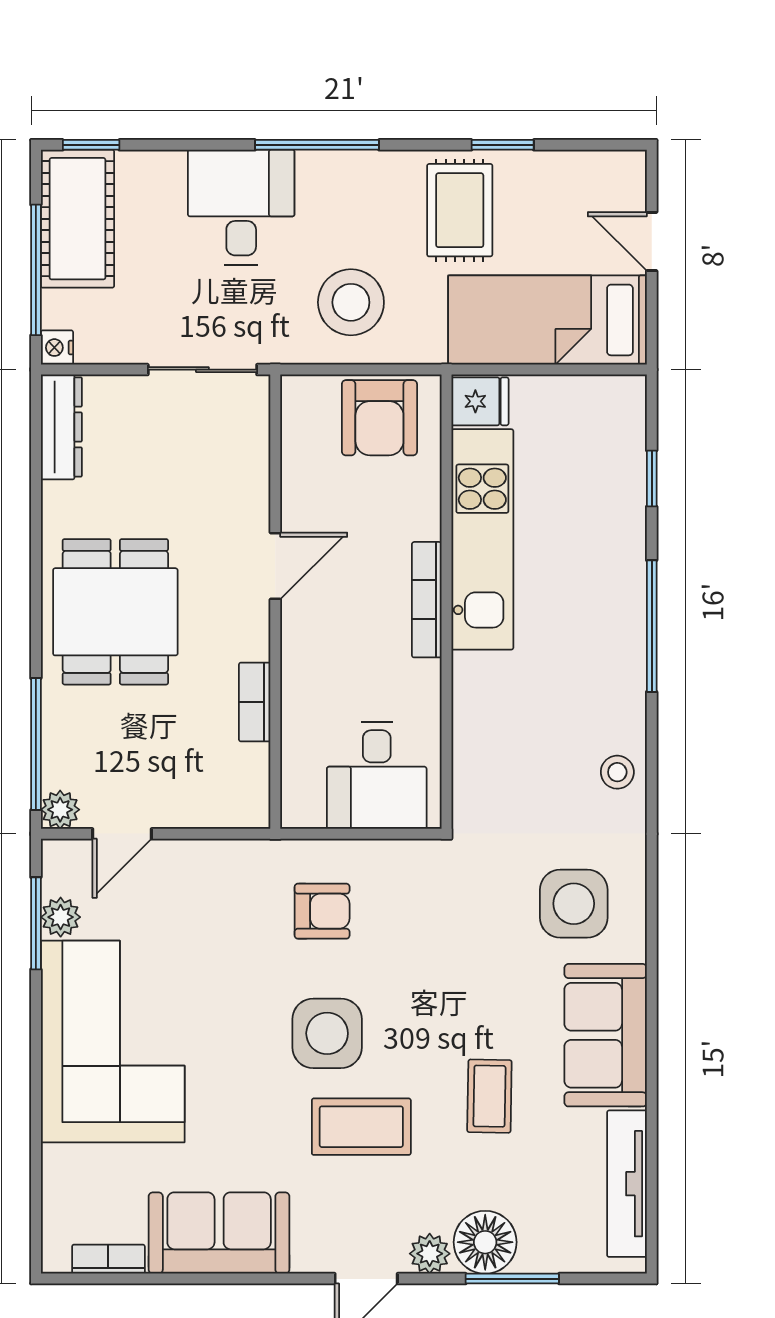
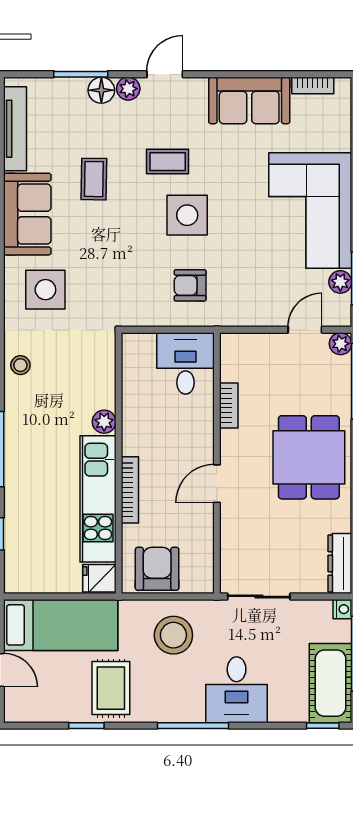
bookcase: (427, 600) -> (130, 490), moved
plant: (472, 674) -> (104, 422), added
desk: (377, 775) -> (185, 363), moved
coffee table: (361, 1127) -> (168, 162), width x0.73, depth x0.77
floor lamp: (485, 1242) -> (101, 90), width x0.73, depth x0.73

